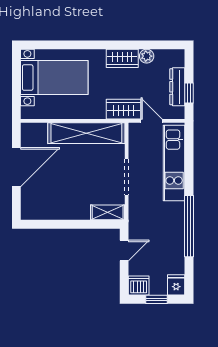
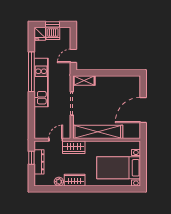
door: (152, 121) -> (56, 140), swing flipped
kitchen unit: (174, 163) -> (41, 83), moved
dishwasher: (139, 286) -> (53, 33), moved

